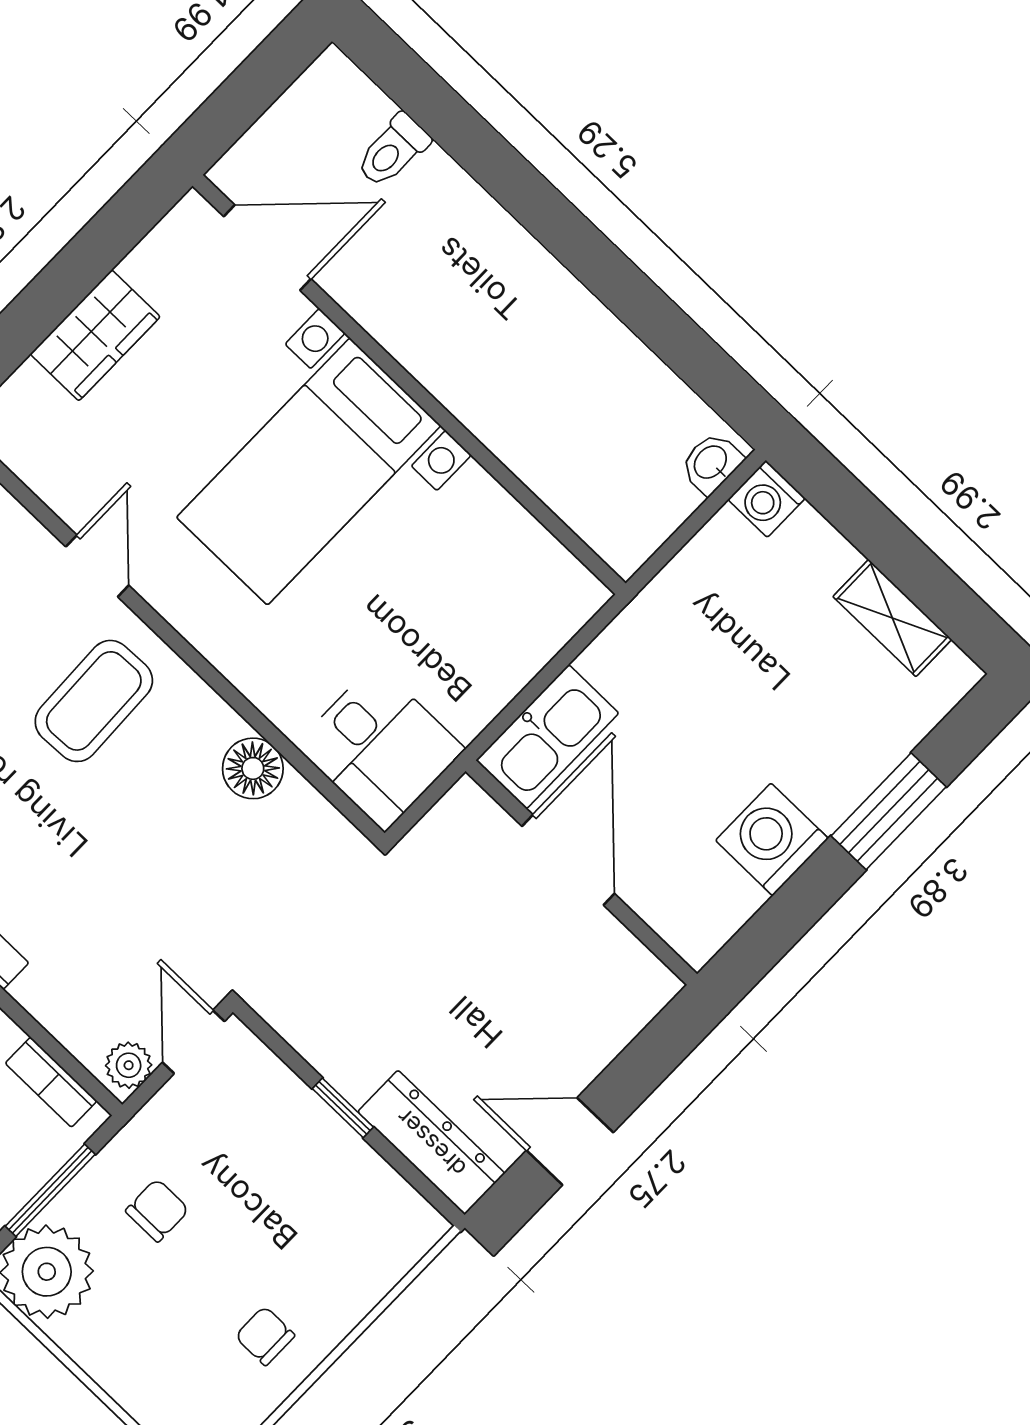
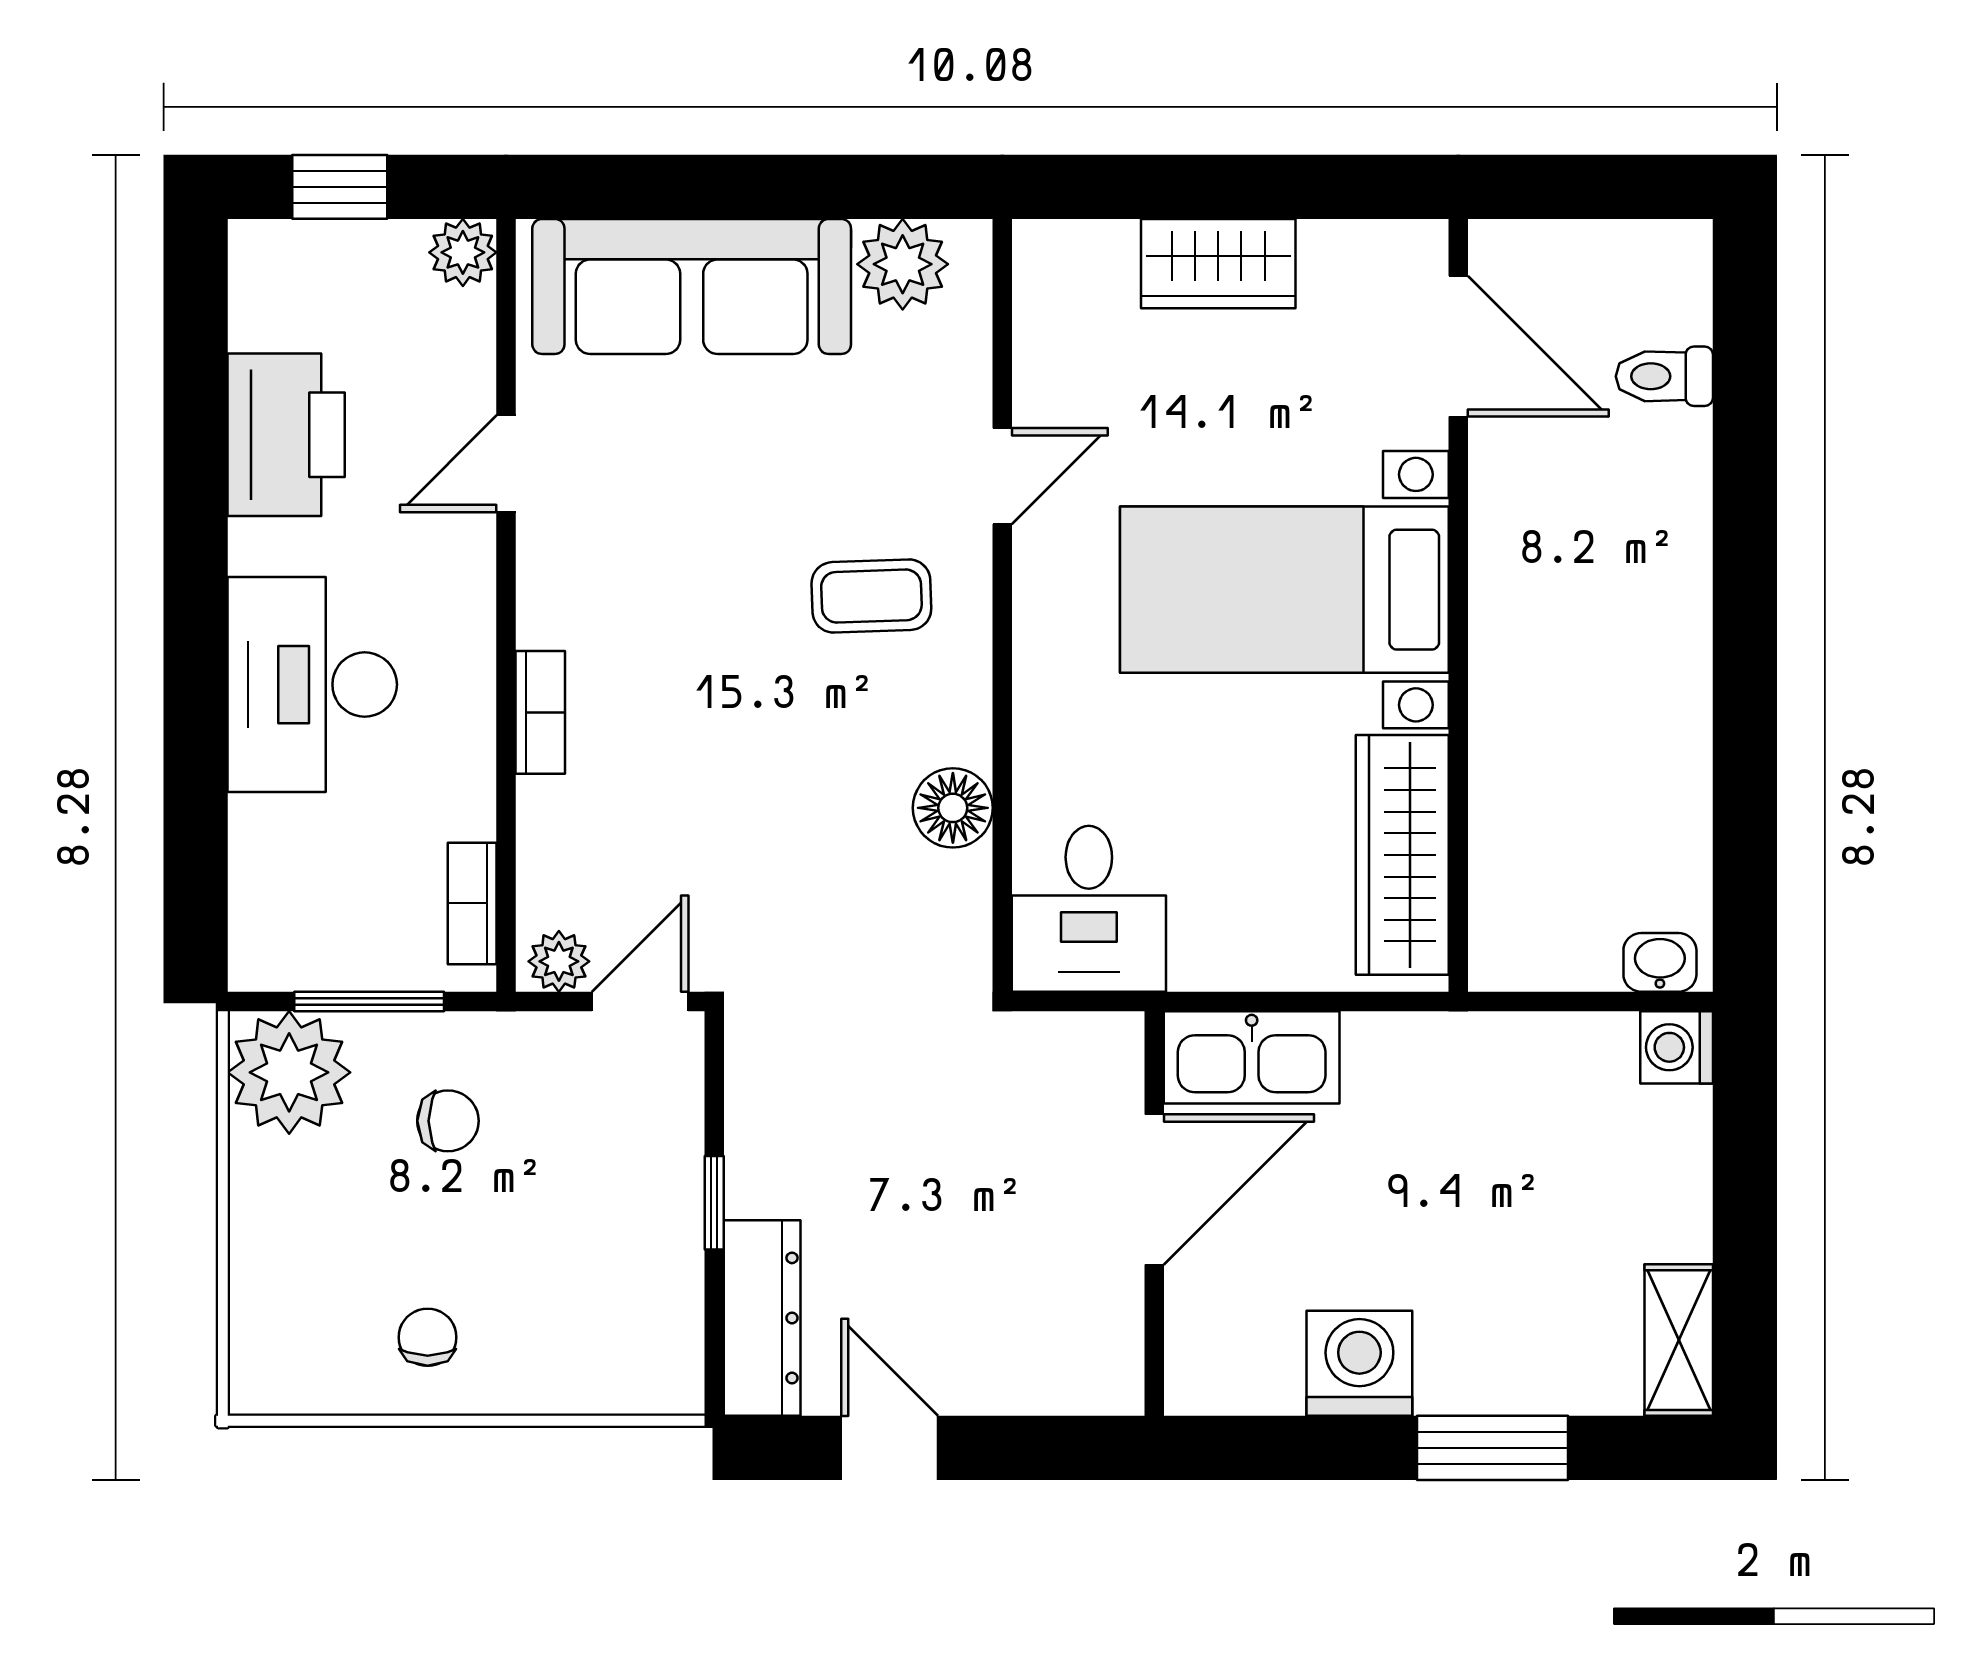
wardrobe: (516, 547) -> (1402, 855), added
shelving: (892, 618) -> (1679, 1340), moved
coffee table: (94, 701) -> (871, 596), width x0.73, depth x0.77

